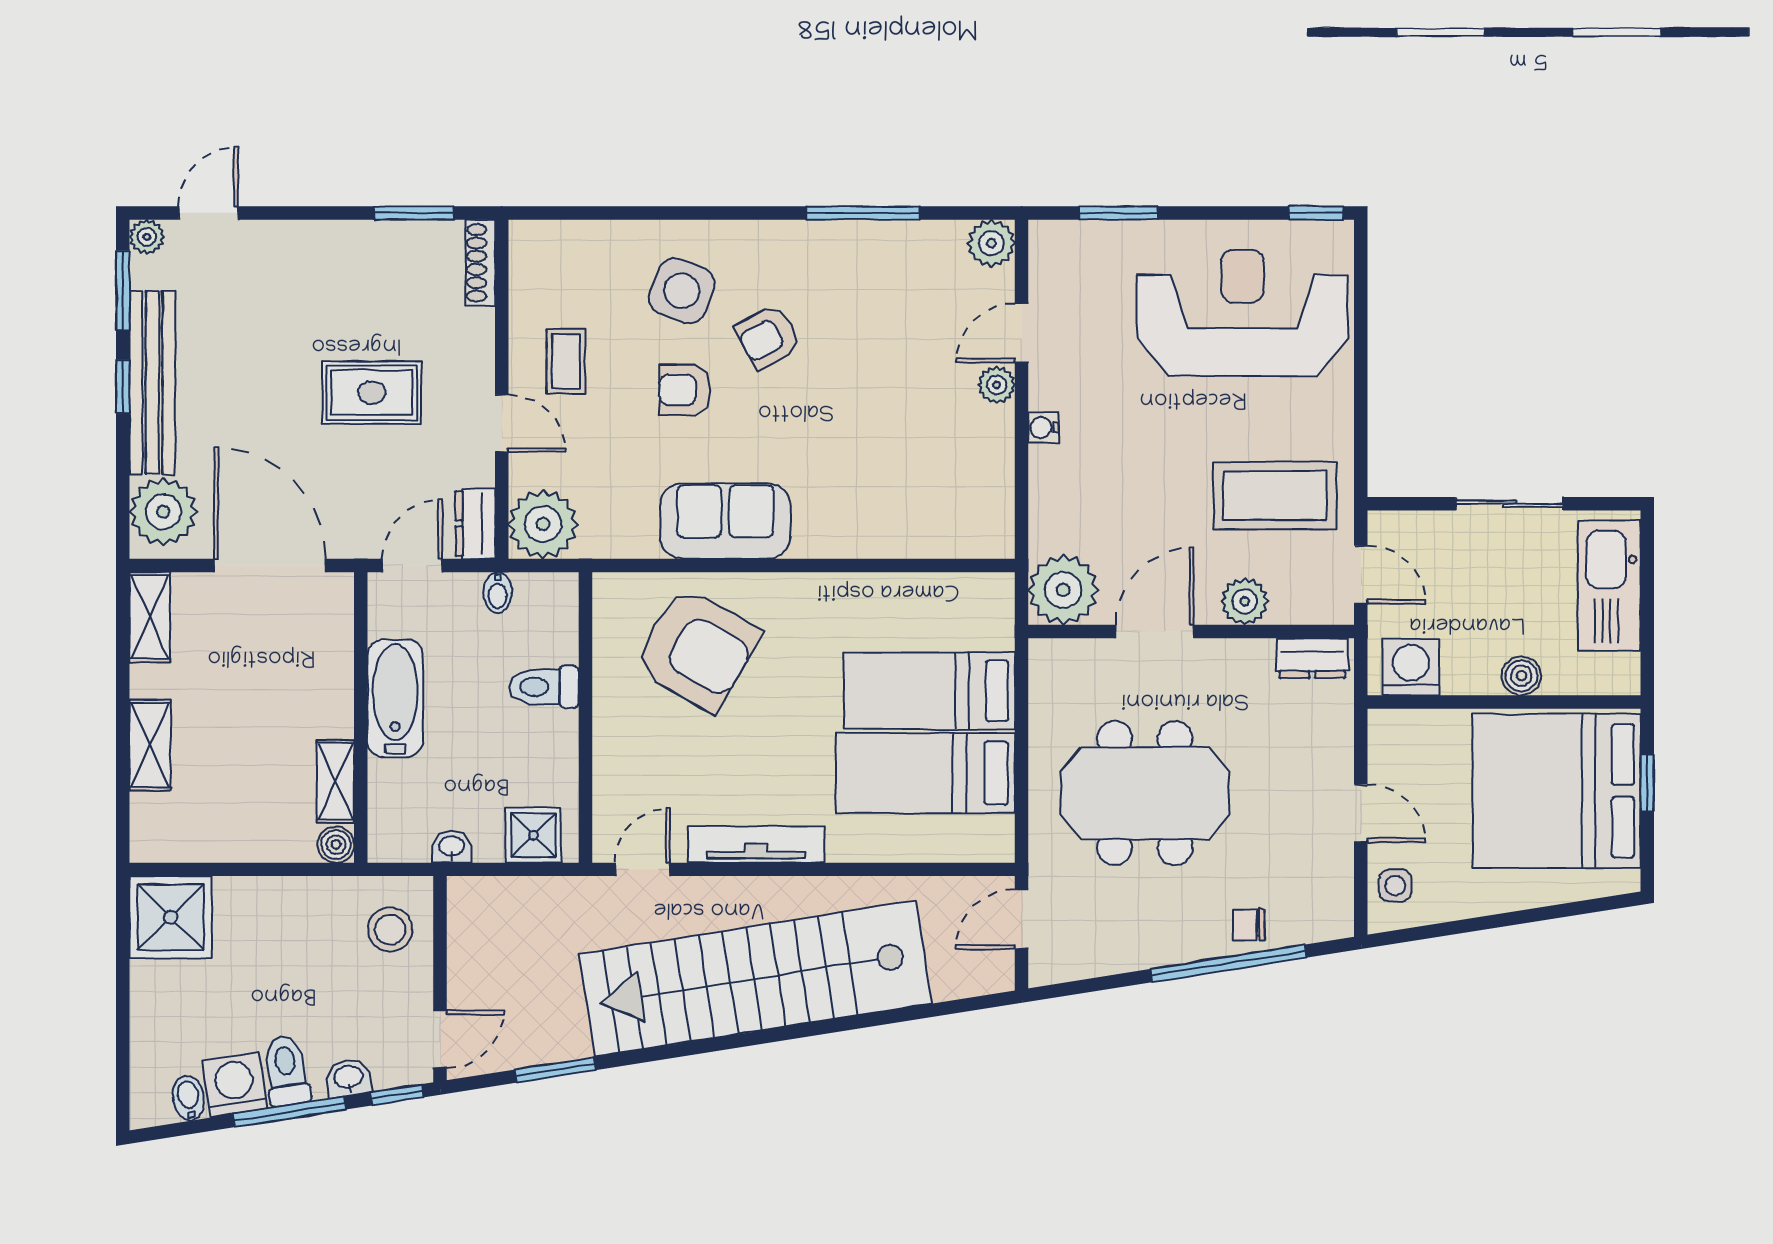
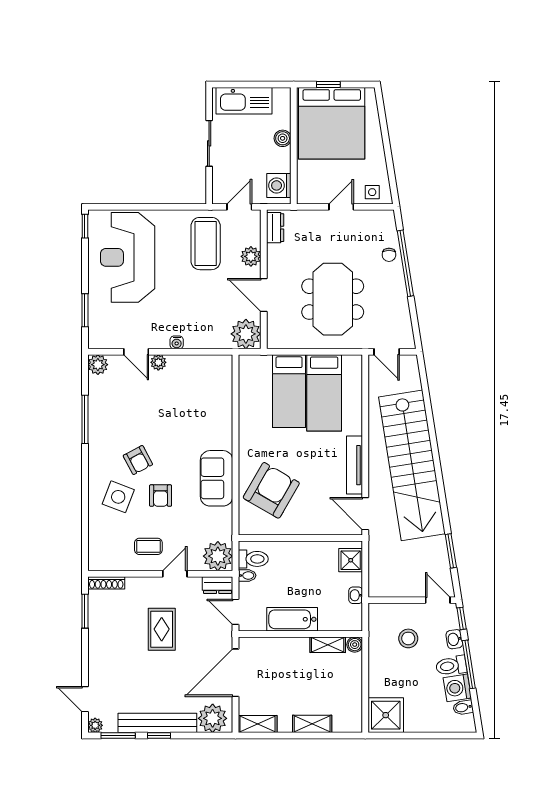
toilet: (544, 687) -> (253, 559), moved, turned -90
door: (643, 869) -> (365, 514), width x1.38
stool: (390, 930) -> (408, 638), moved

